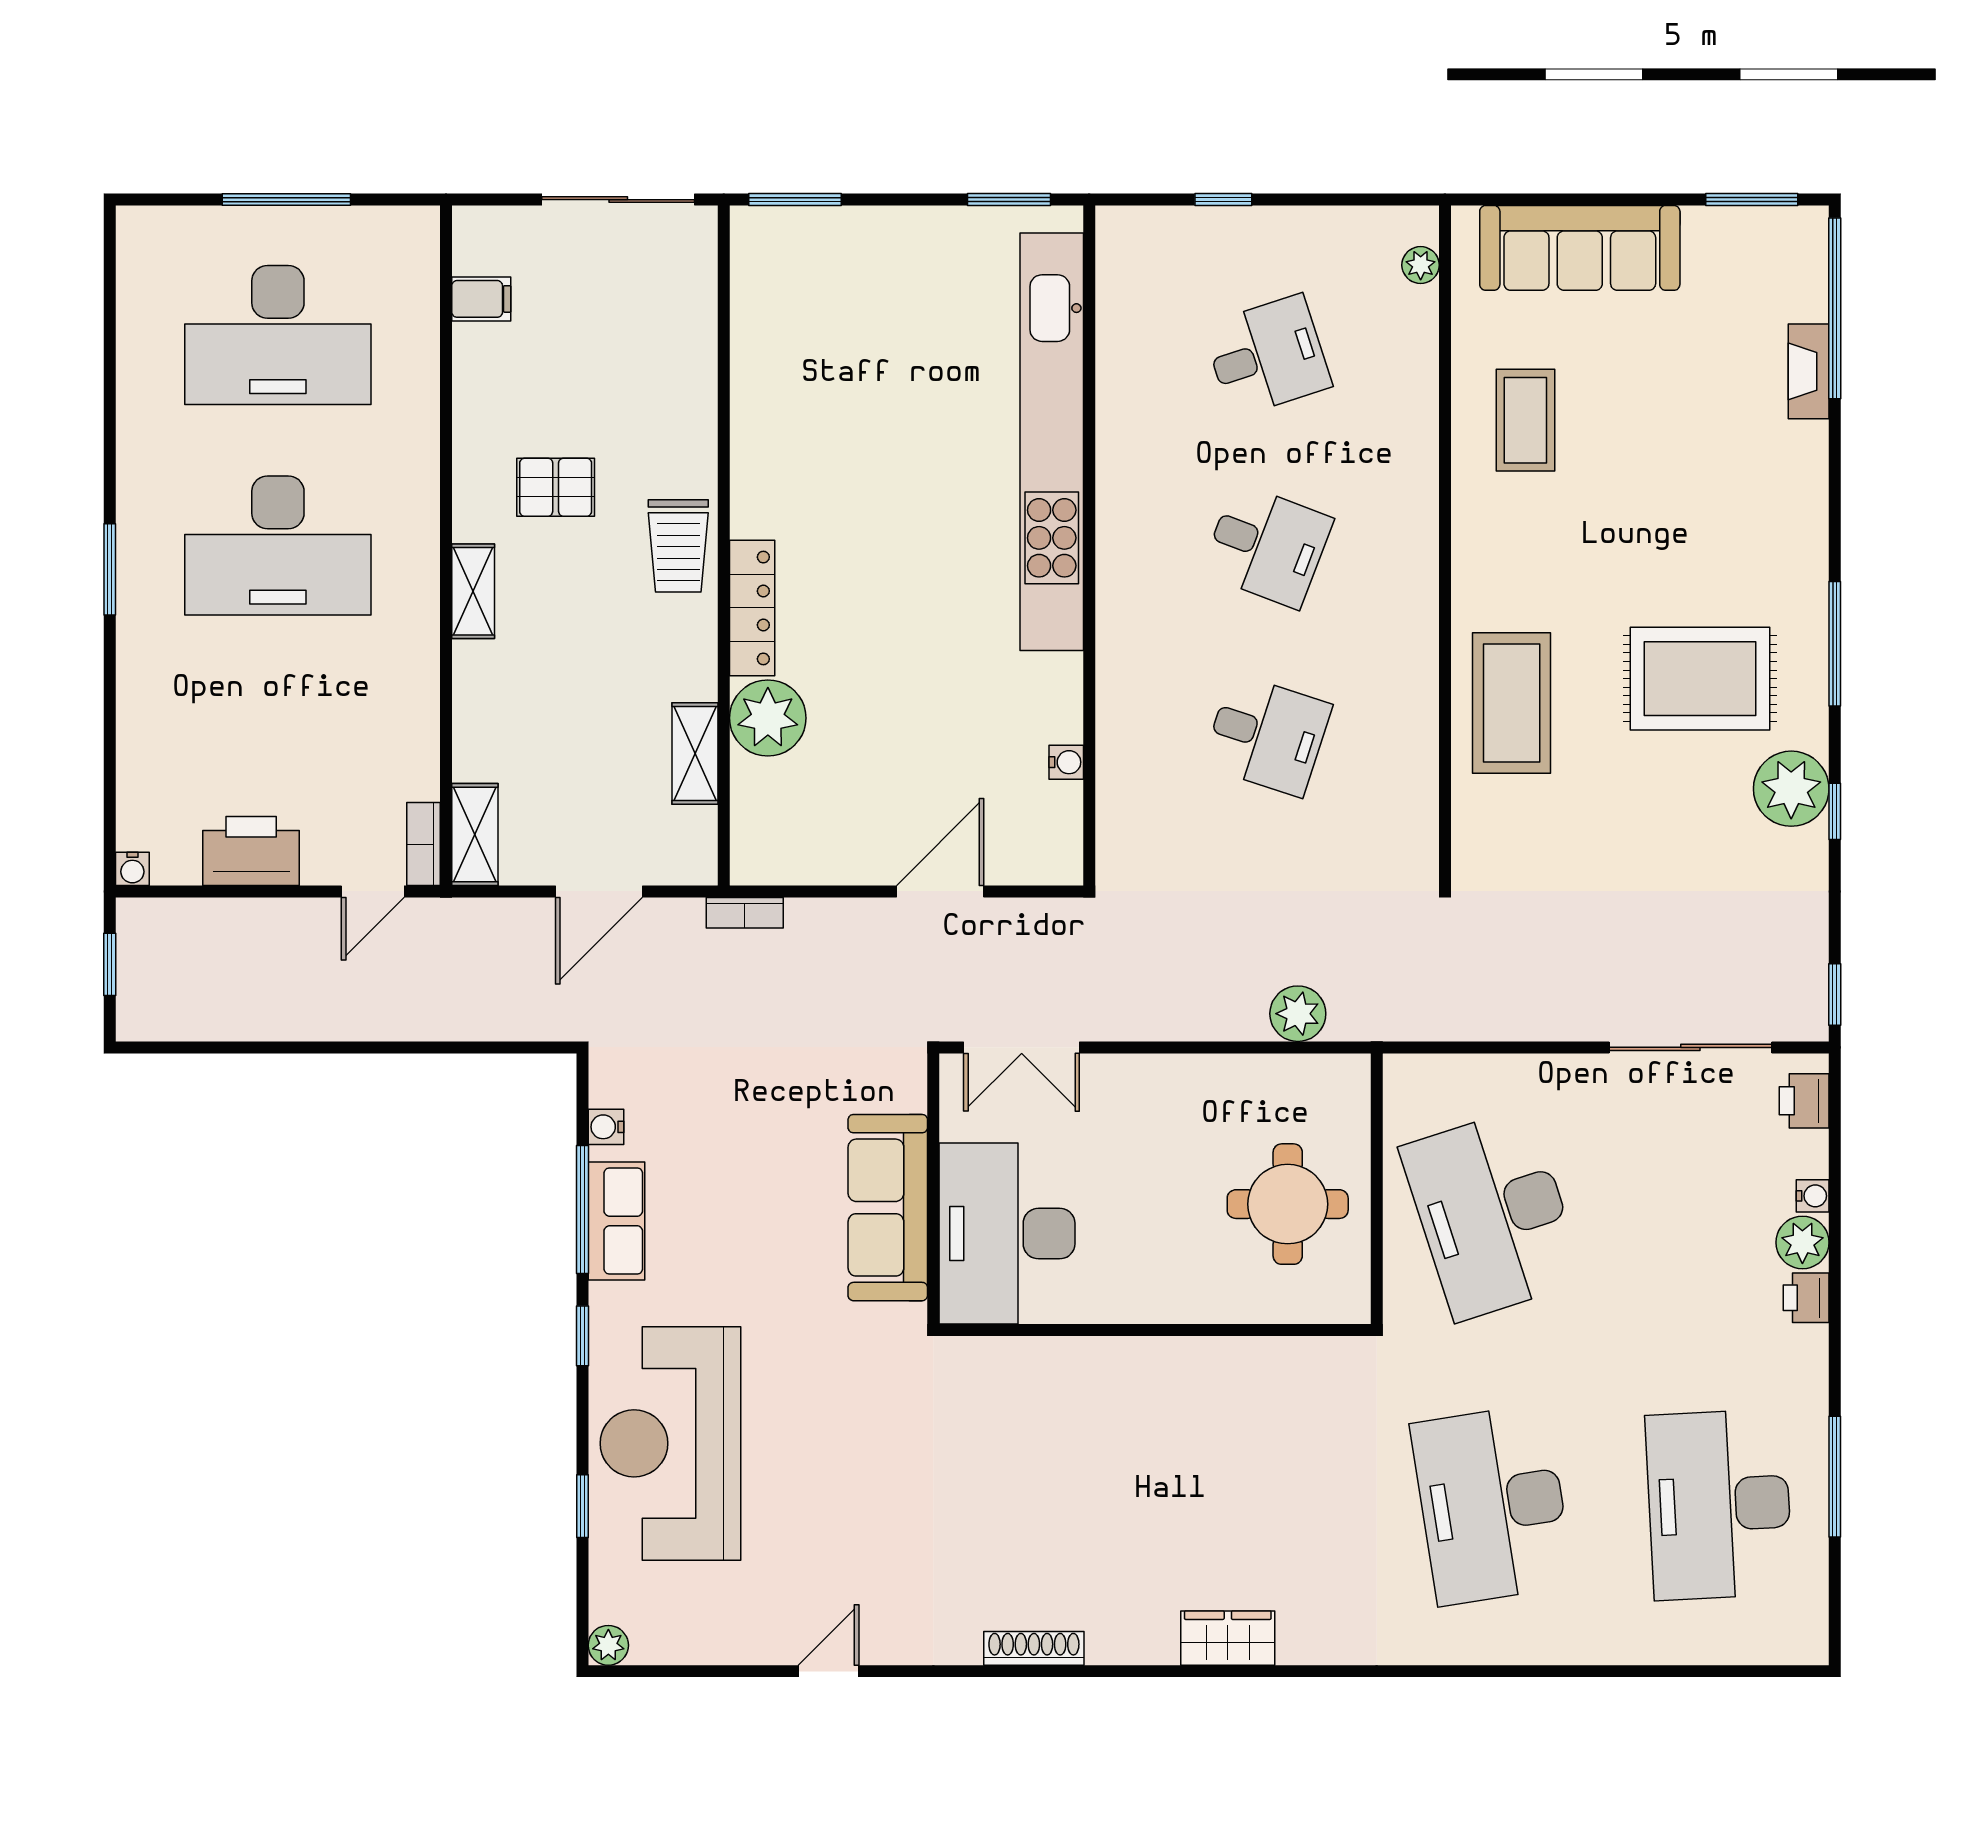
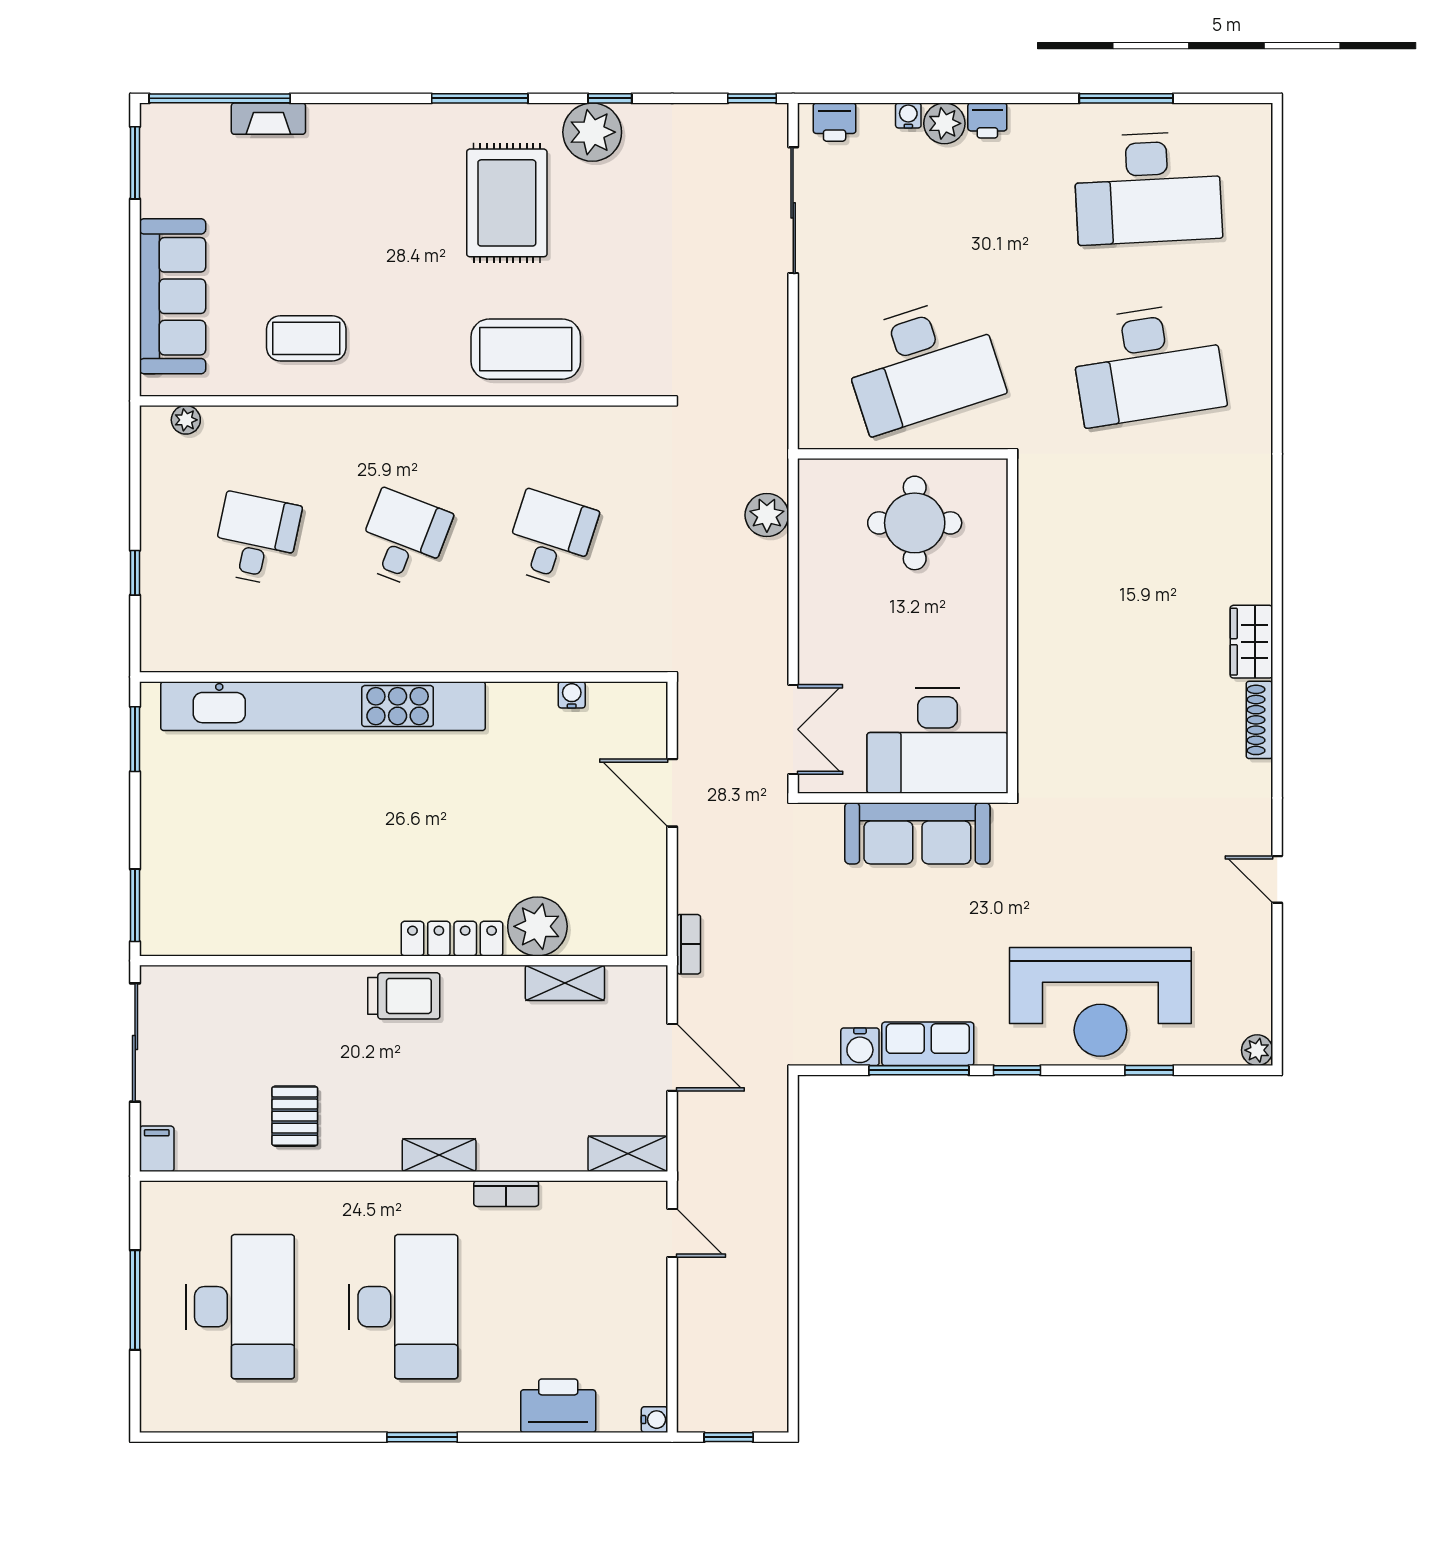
filing cabinet: (481, 299) -> (157, 1149), moved
desk: (1267, 356) -> (256, 539), turned 30
pallet: (556, 487) -> (295, 1116), moved
bookcase: (424, 844) -> (506, 1194), moved
printer: (251, 851) -> (558, 1406), moved, turned 90
water cooler: (606, 1127) -> (860, 1047), width x1.38, depth x1.38
wardrobe: (1228, 1638) -> (1251, 642), moved

